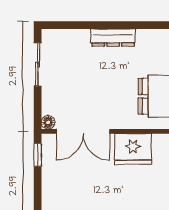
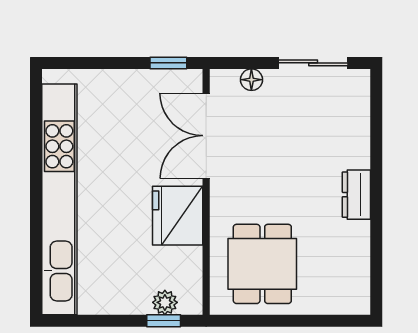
dresser: (113, 37) -> (356, 195), width x0.70
floor lamp: (48, 122) -> (251, 80), moved

